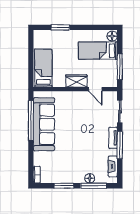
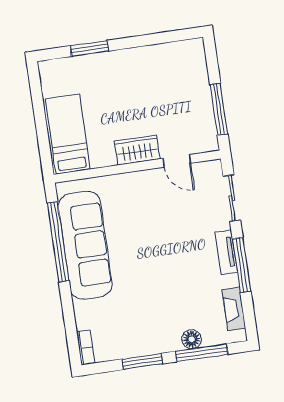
floor lamp: (112, 36) -> (195, 51), removed
bed: (98, 51) -> (171, 84), removed

